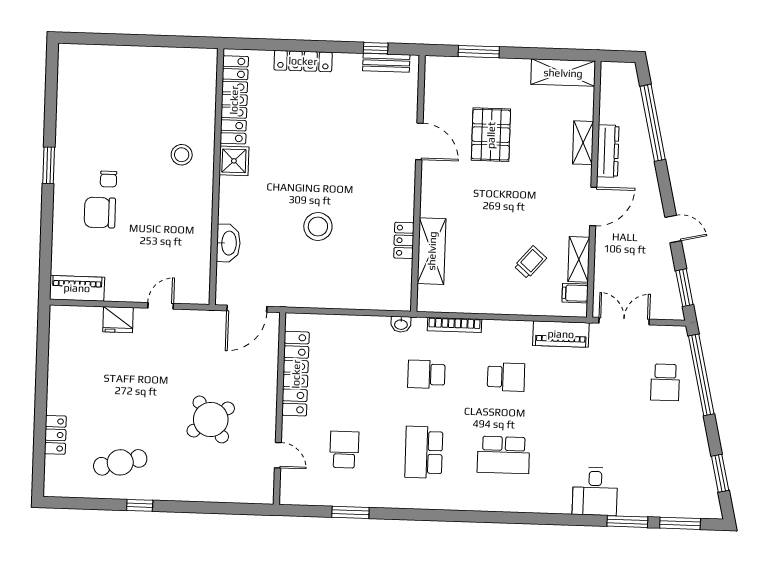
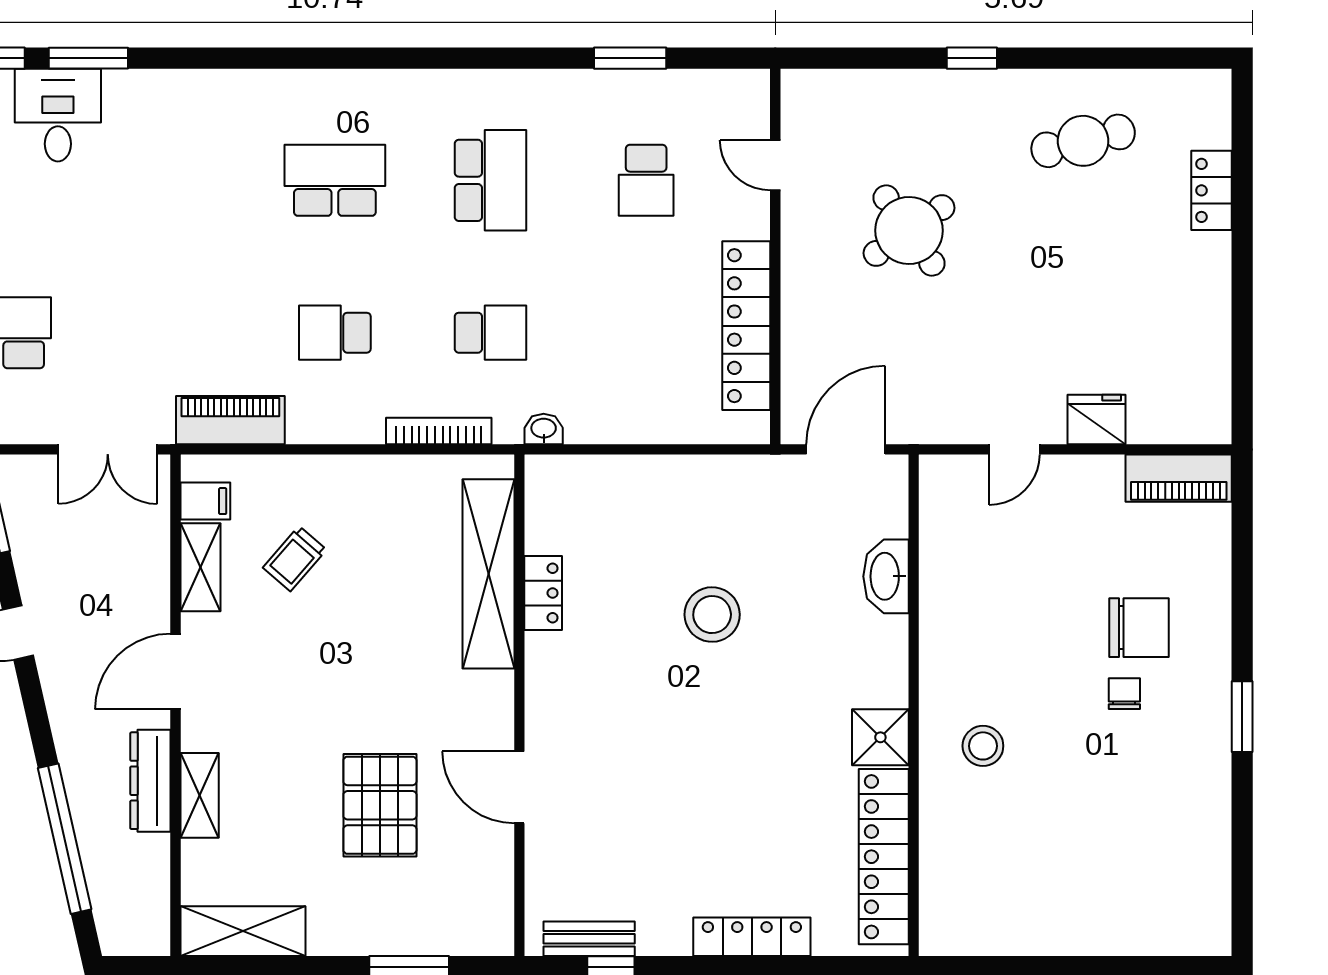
shelving: (432, 251) -> (489, 574), width x1.47
desk: (595, 491) -> (58, 115), moved
window: (140, 505) -> (972, 58), moved

